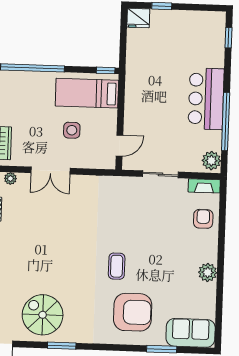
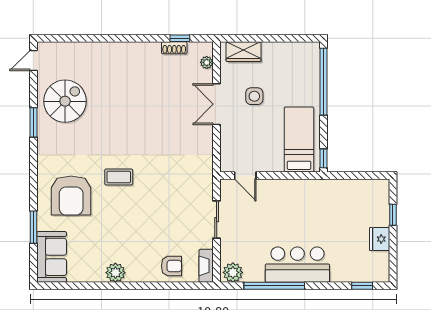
fridge: (138, 18) -> (380, 239), moved
side table: (72, 130) -> (254, 96), moved

